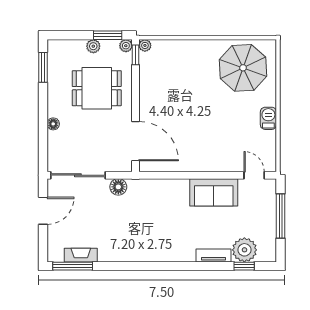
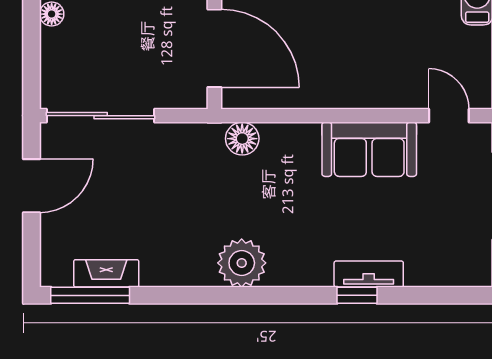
floor lamp: (118, 187) -> (242, 139), moved
plant: (244, 250) -> (242, 263), moved
window: (244, 266) -> (357, 295), moved

